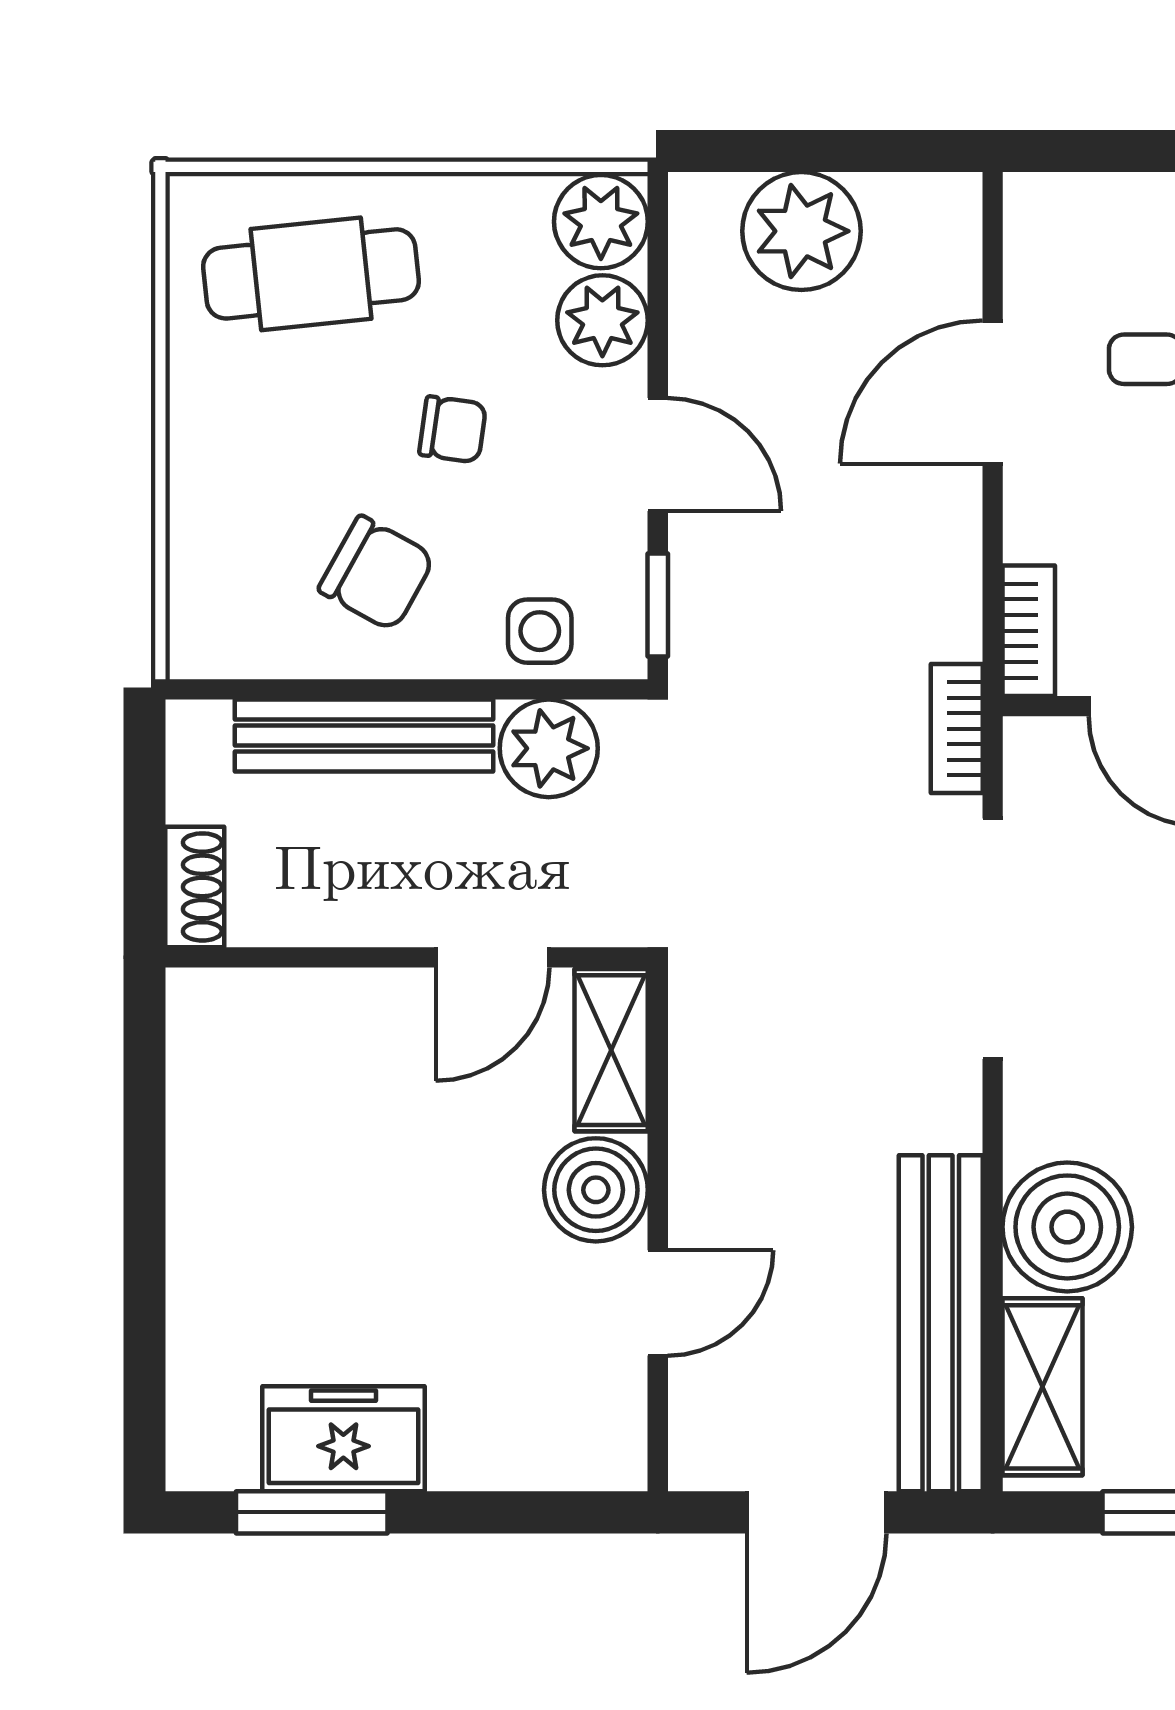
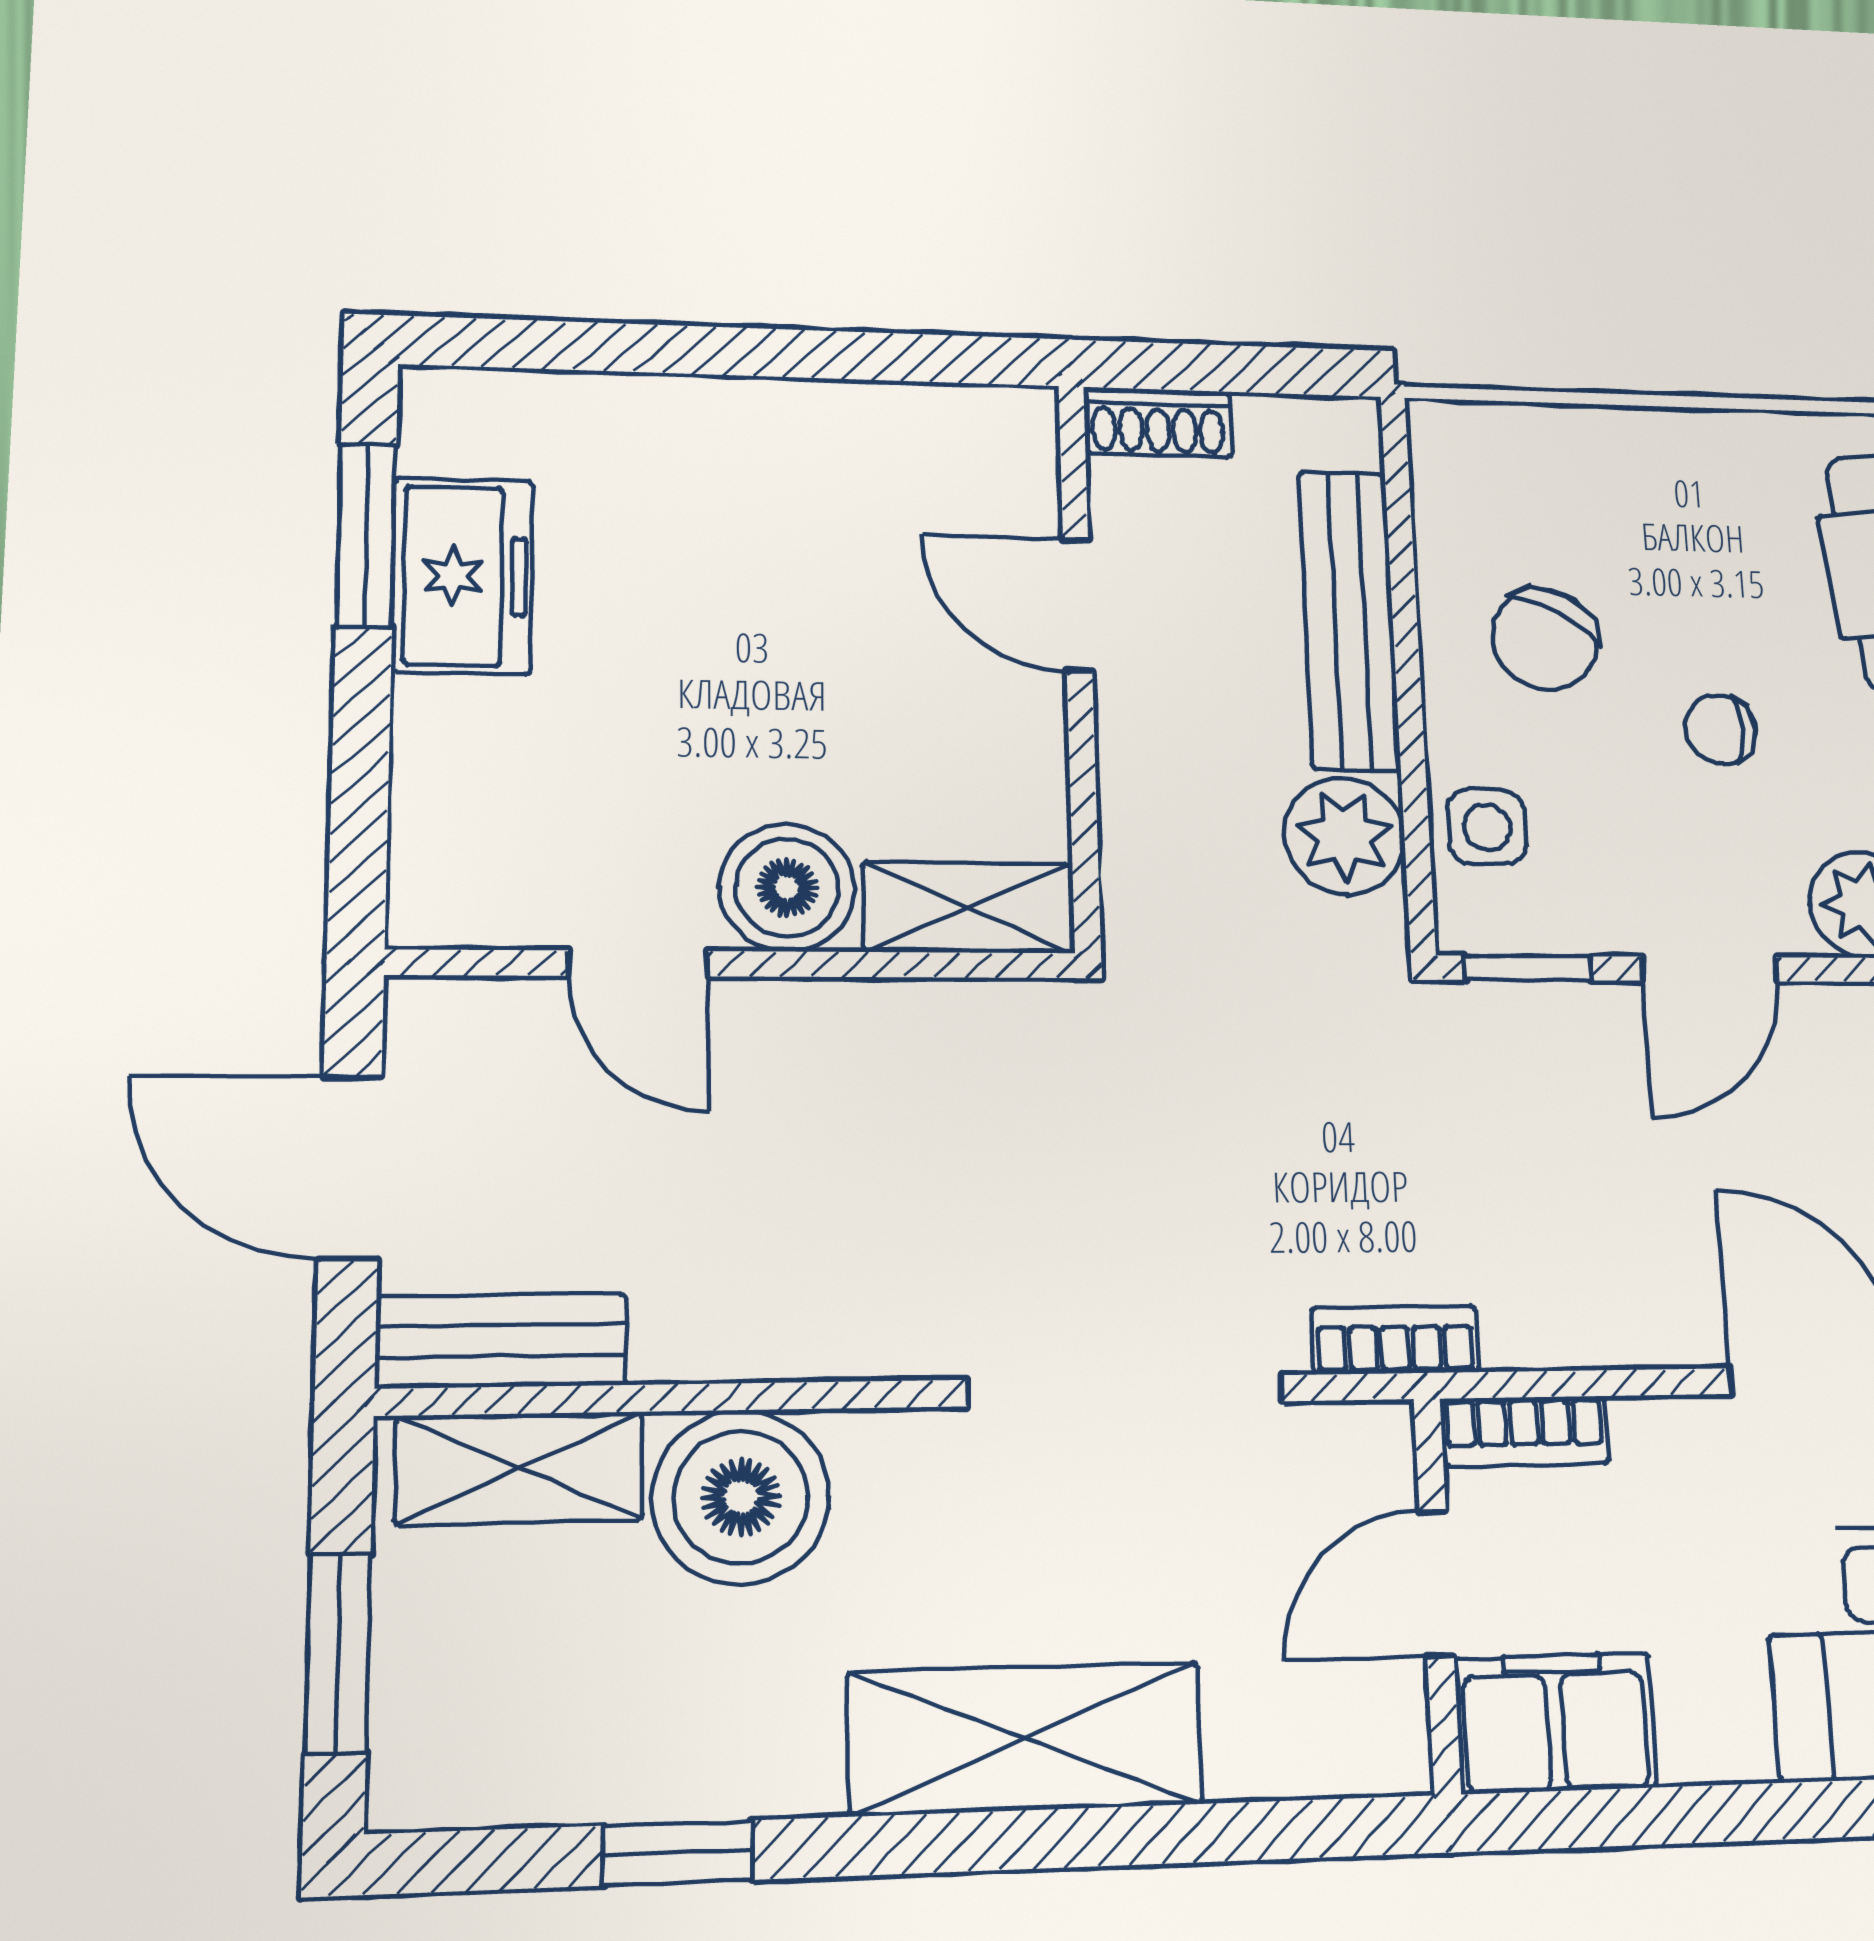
chair: (453, 429) -> (1721, 729), turned 82
door: (492, 957) -> (1078, 605), moved
bench: (941, 1323) -> (501, 1341), width x0.54, depth x0.82

